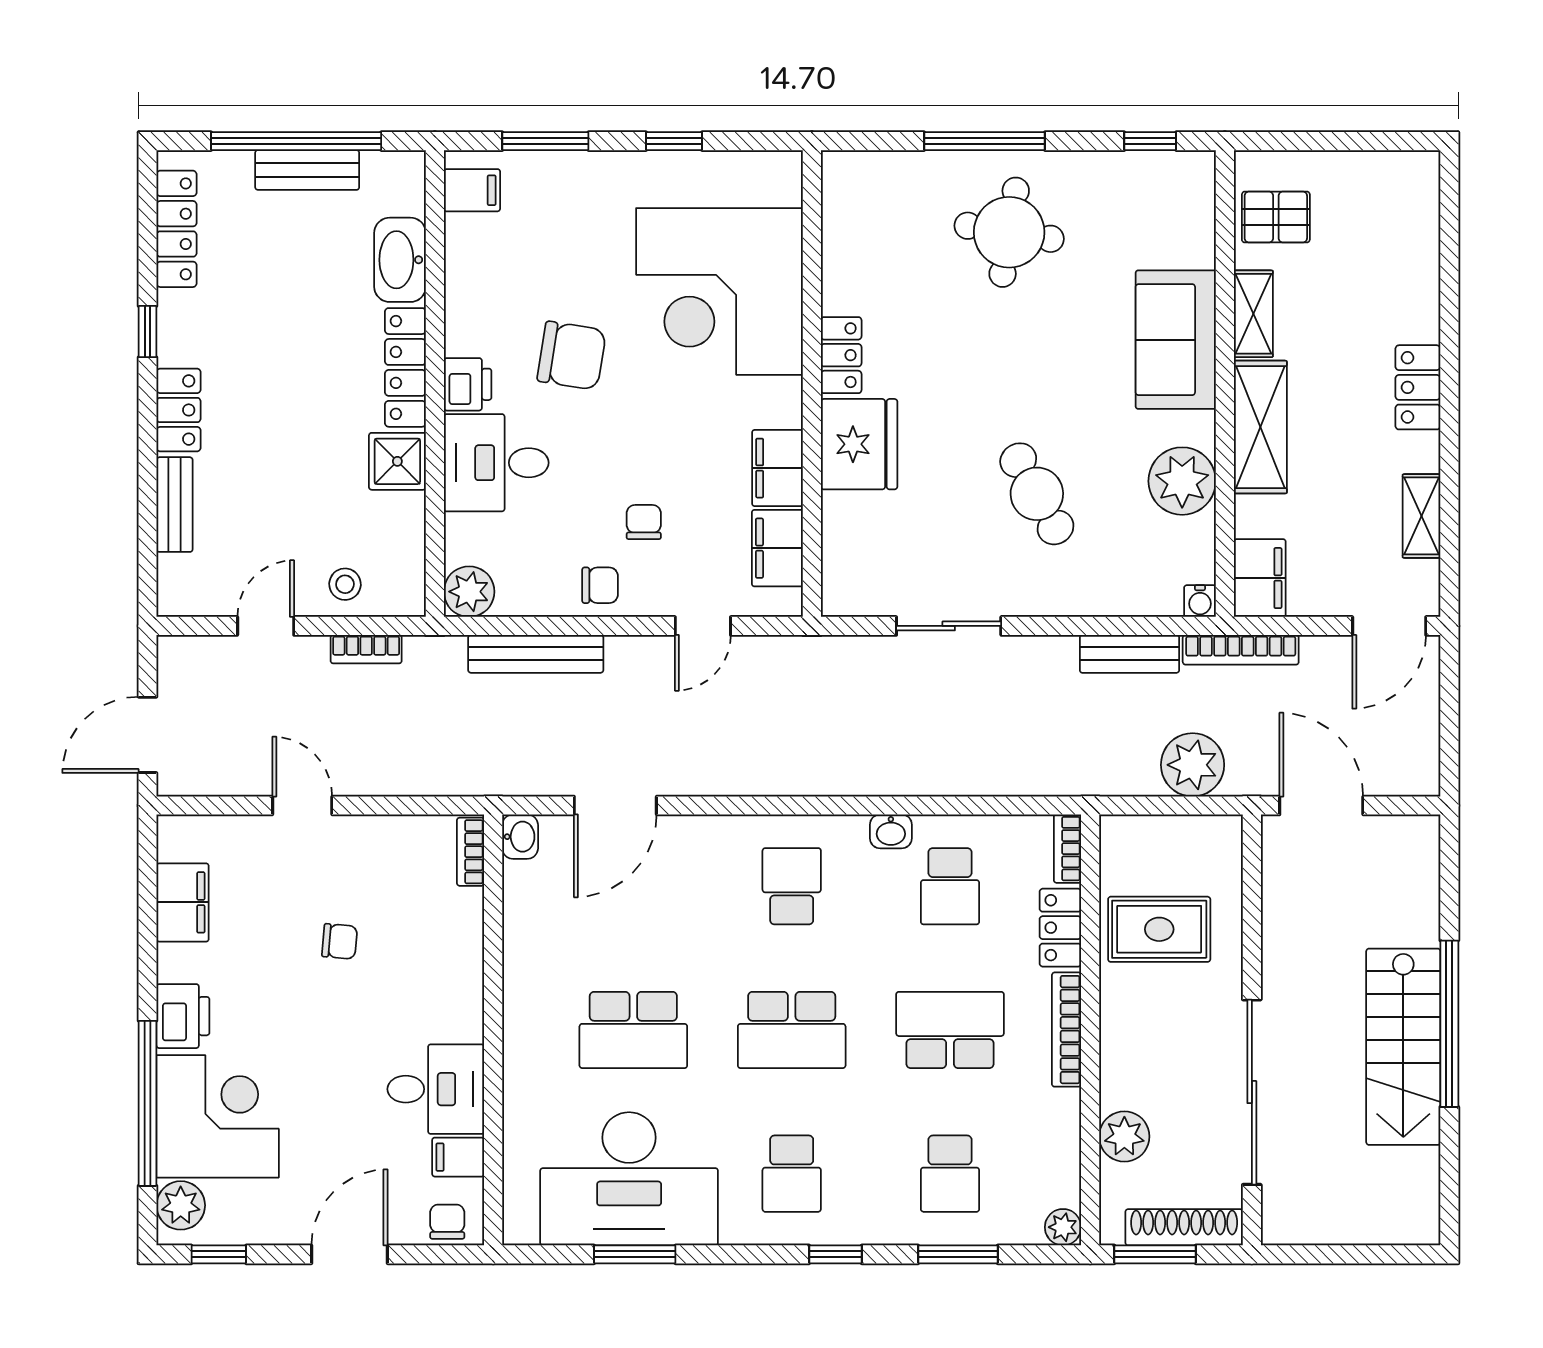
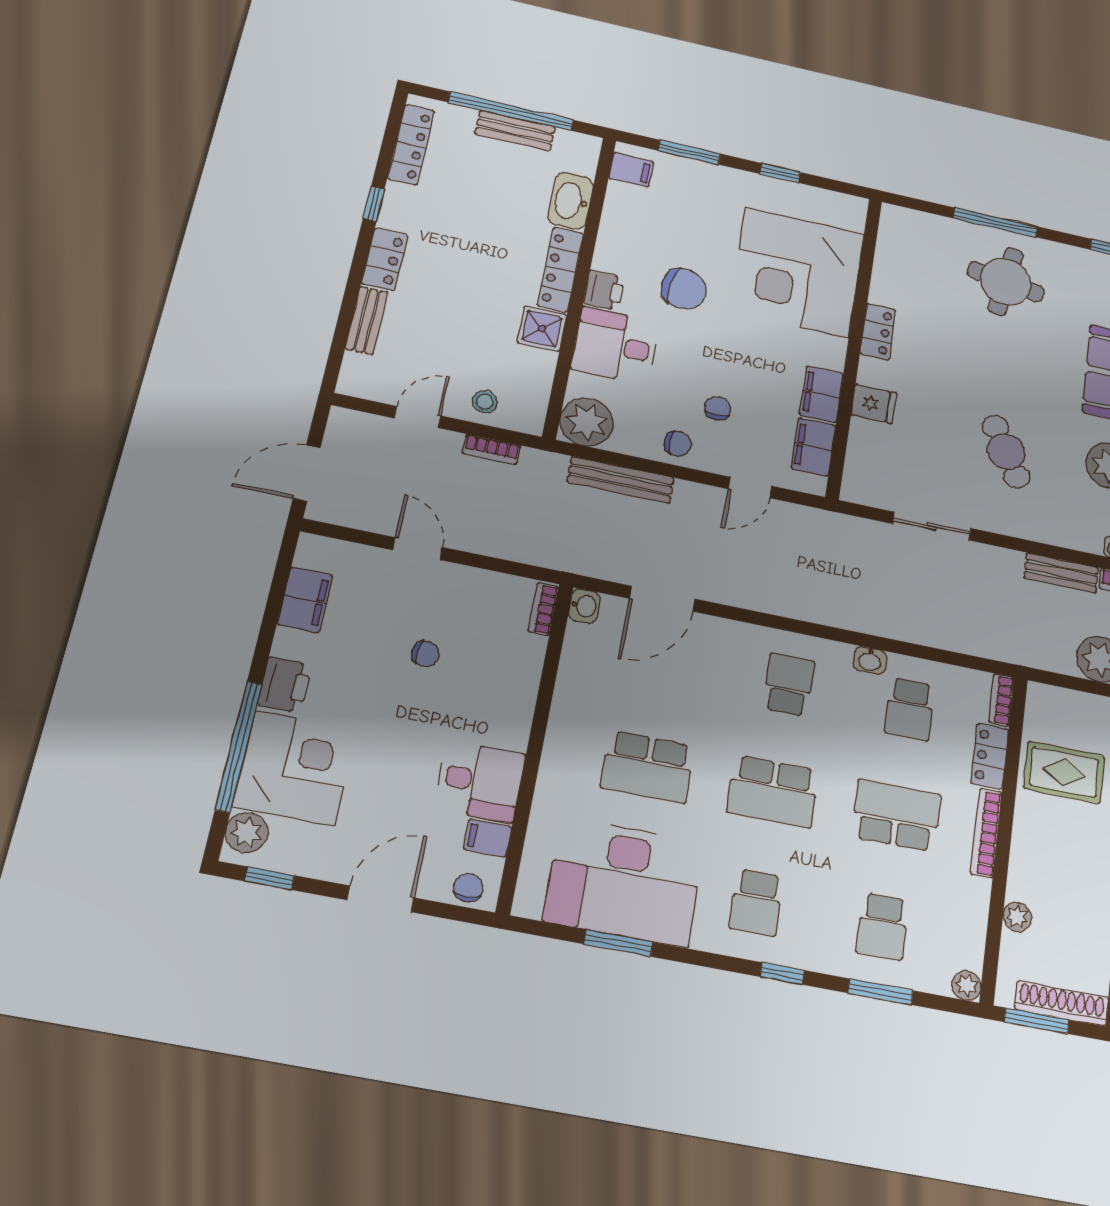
fridge: (859, 444) -> (874, 404), width x0.53, depth x0.75
plant: (469, 592) -> (586, 422), width x1.36, depth x1.36
plant: (1124, 1136) -> (1017, 917), width x0.73, depth x0.73

